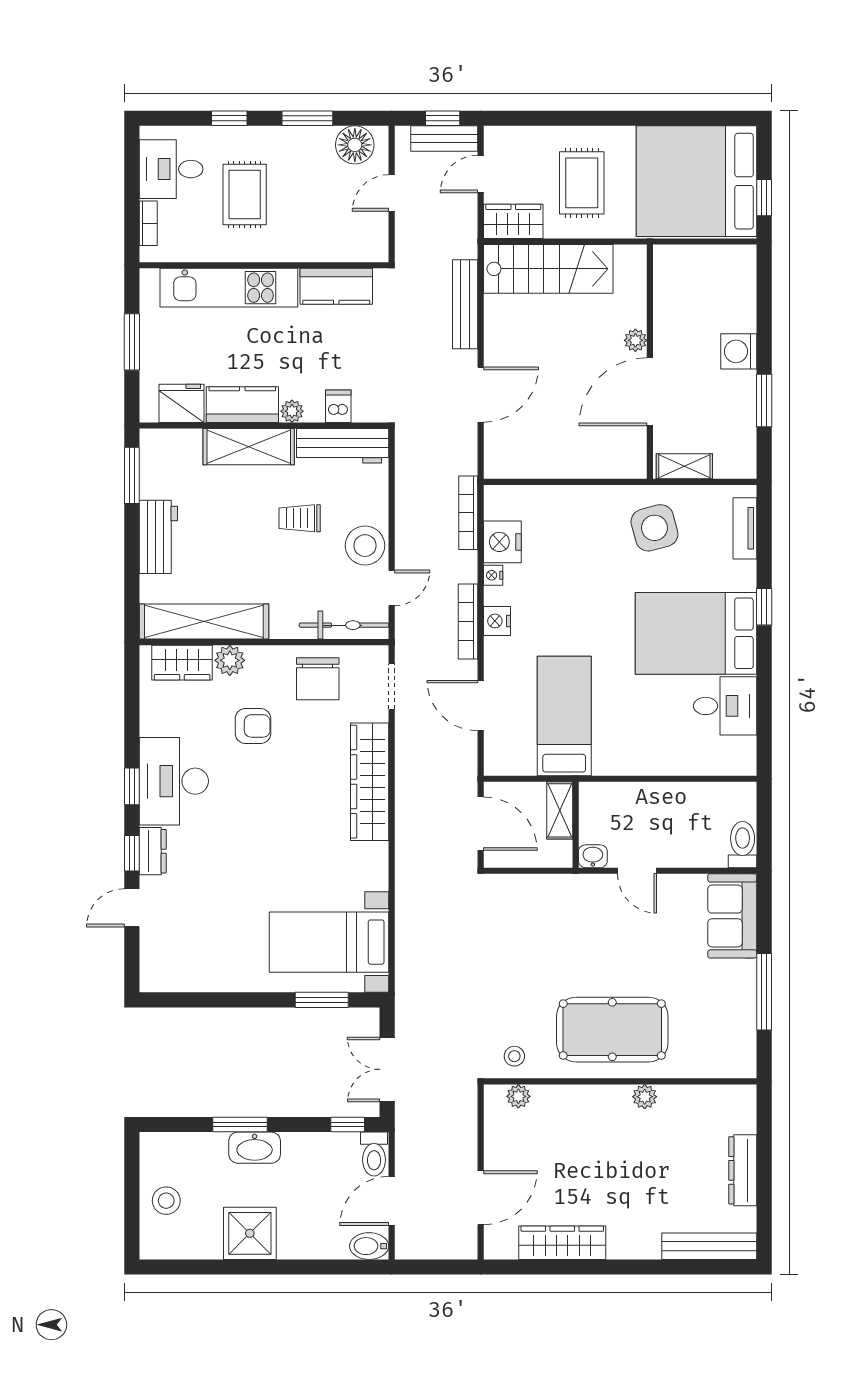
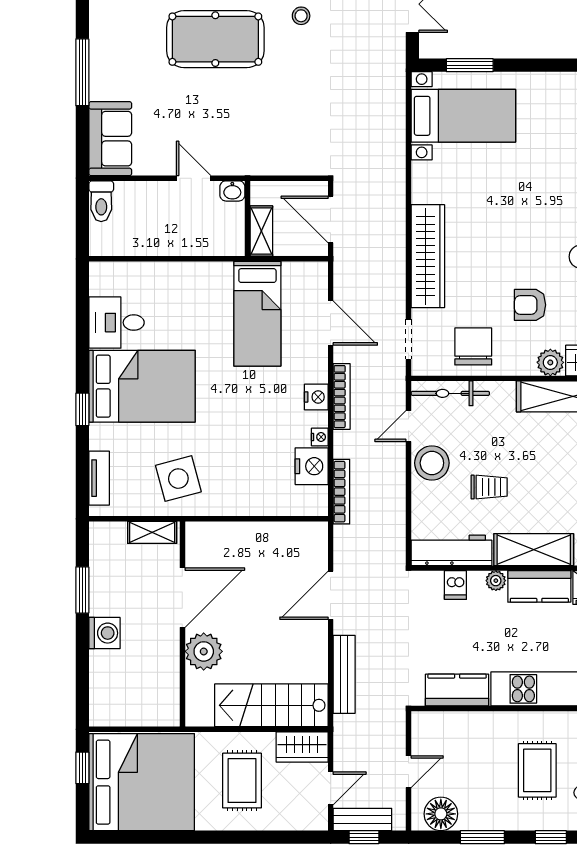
plant: (635, 340) -> (204, 651), width x1.87, depth x1.87

